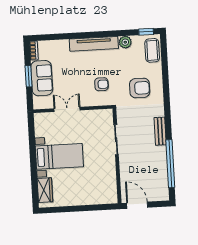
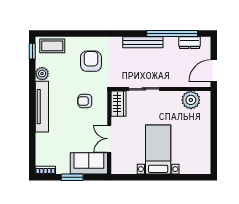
sofa: (42, 78) -> (89, 163), moved
armchair: (101, 84) -> (85, 101), turned -90
bench: (160, 131) -> (143, 42), width x1.36
dresser: (163, 181) -> (189, 43), added
plant: (108, 185) -> (191, 100), added
wardrobe: (45, 190) -> (118, 104), moved, turned 90

